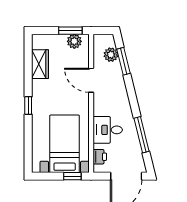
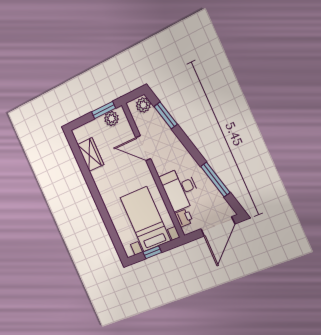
plant: (111, 55) -> (143, 105), moved
window: (28, 105) -> (97, 197), removed
desk: (108, 130) -> (180, 189), width x1.37
window: (72, 176) -> (152, 252), moved

